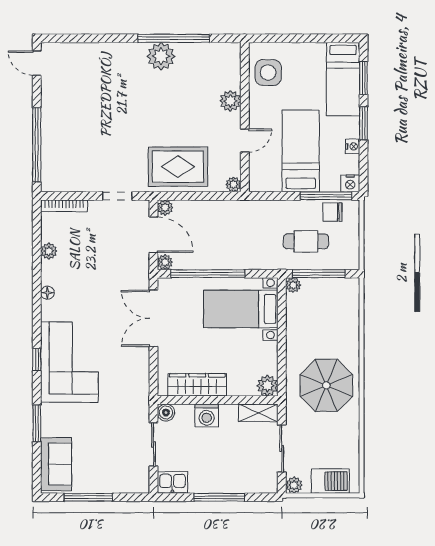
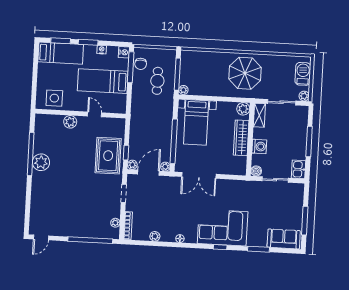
plant: (233, 184) -> (115, 223), moved
window: (185, 196) -> (126, 153), added
wardrobe: (197, 385) -> (241, 138), moved

